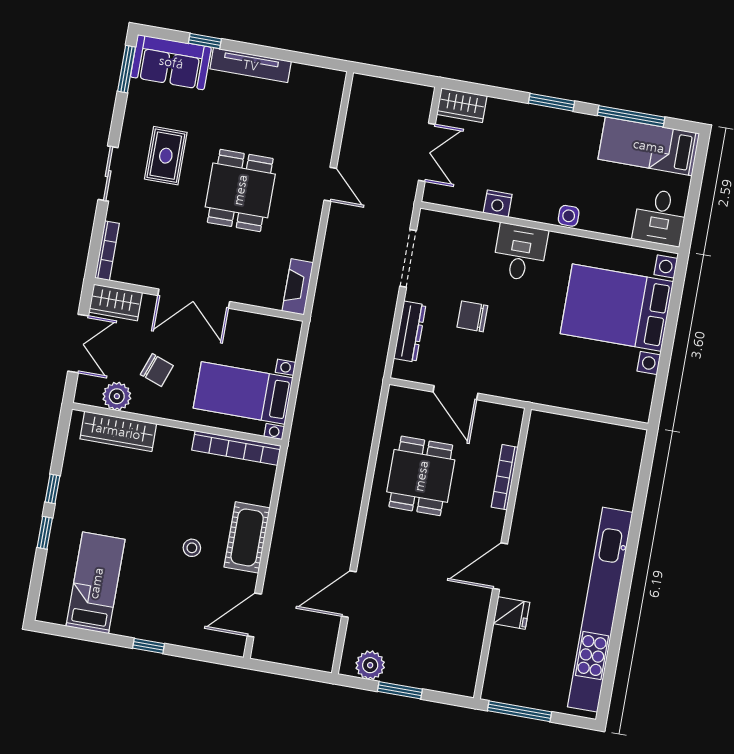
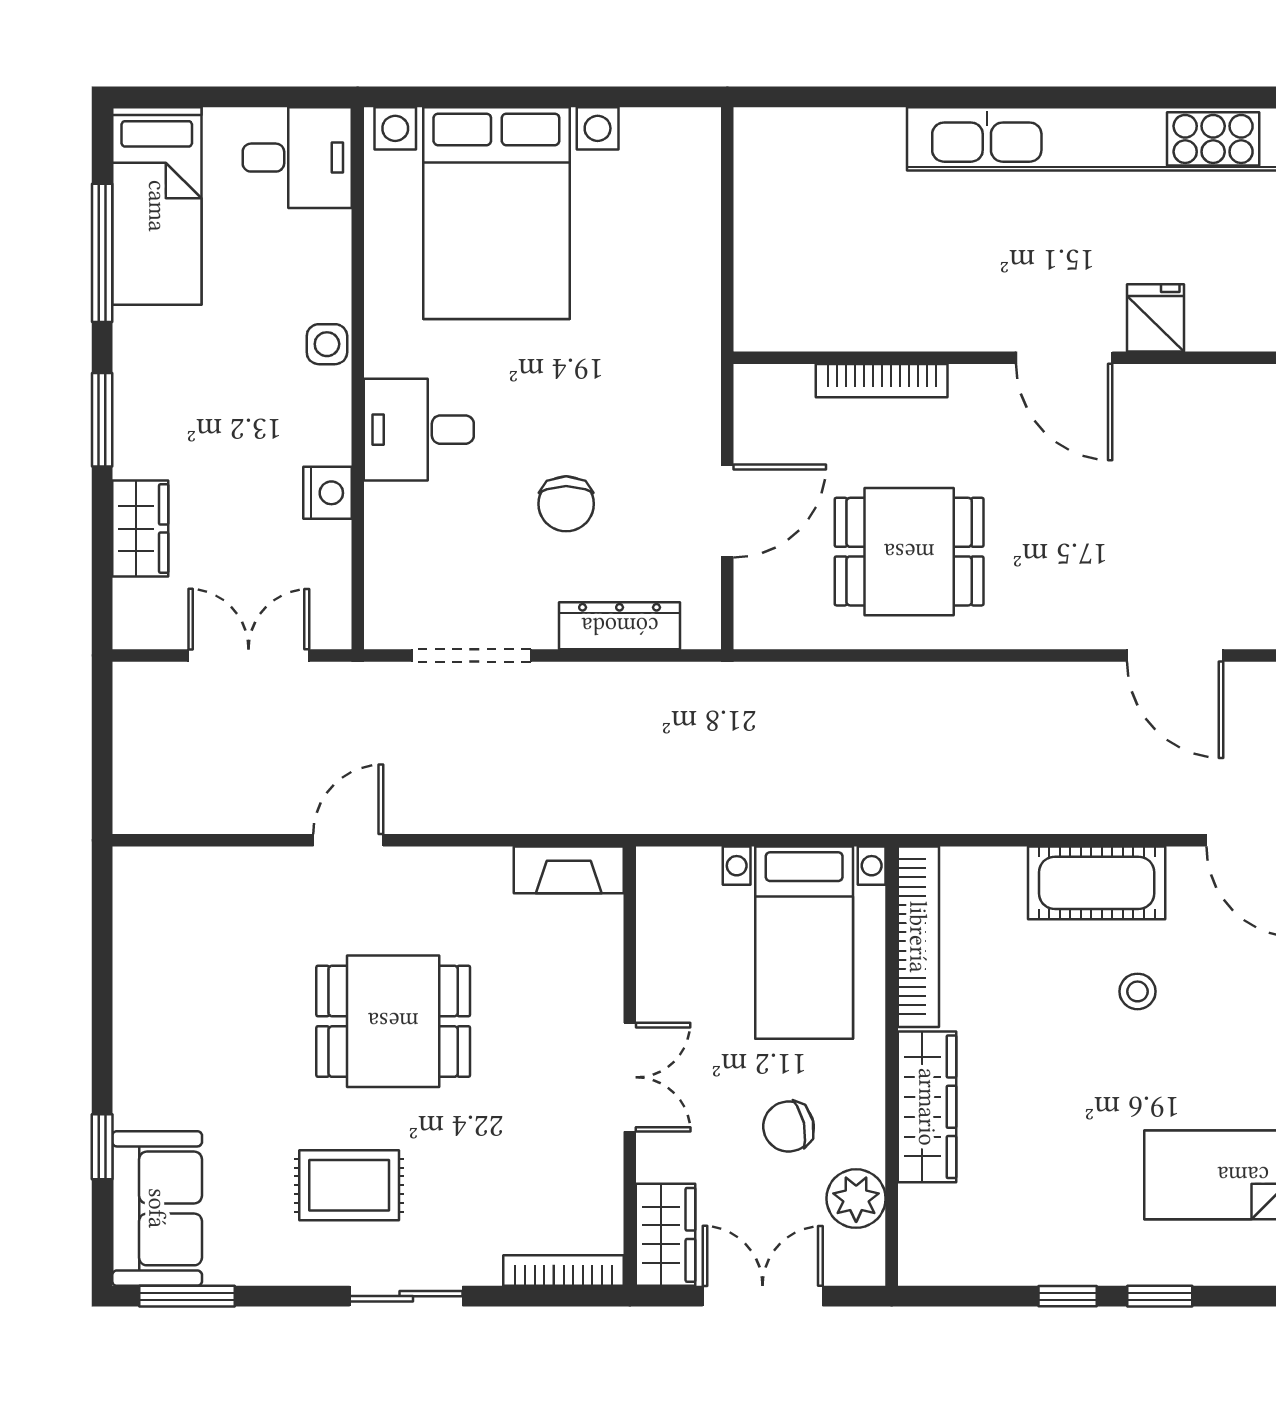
tv unit: (251, 65) -> (134, 1045), removed
wardrobe: (462, 105) -> (140, 529), moved
double door: (194, 299) -> (630, 1077), width x0.73
chair: (157, 370) -> (789, 1127), turned -123
wardrobe: (118, 431) -> (927, 1107), moved

